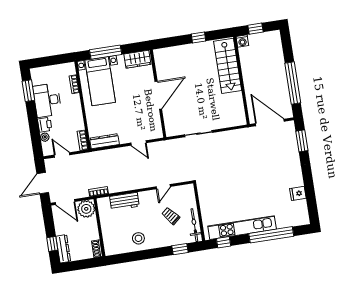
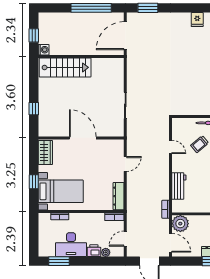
window: (198, 38) -> (34, 109), moved
window: (106, 52) -> (34, 182), width x0.46
door: (65, 202) -> (171, 243), hinge flipped

